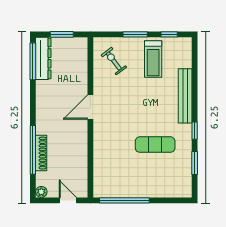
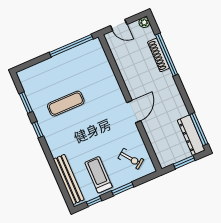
bench: (185, 96) -> (69, 179), moved

